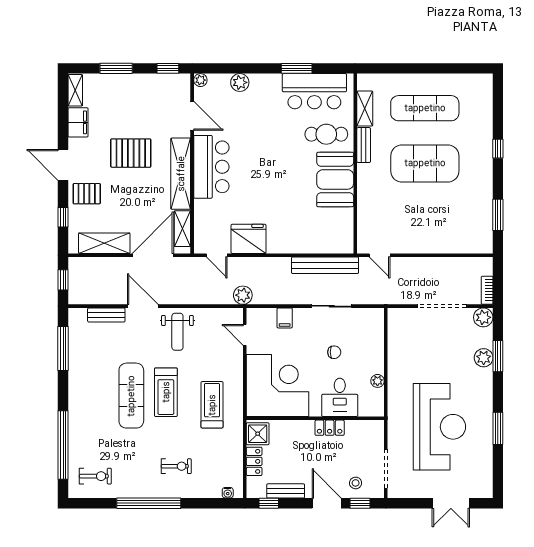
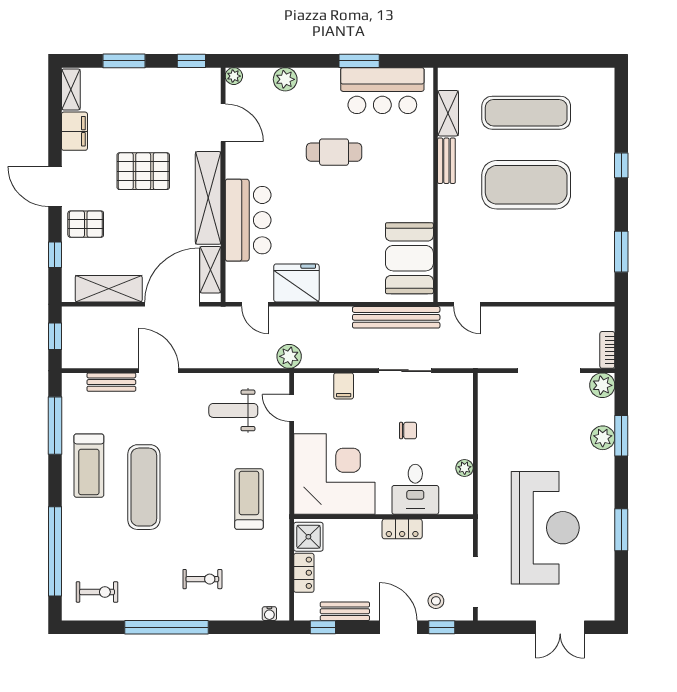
cafe table: (326, 134) -> (334, 152), moved
bar counter: (211, 167) -> (248, 220), moved
booth: (335, 179) -> (409, 258), moved
weight bench: (177, 332) -> (233, 410), moved, turned 90
treadmill: (166, 392) -> (89, 466), moved

